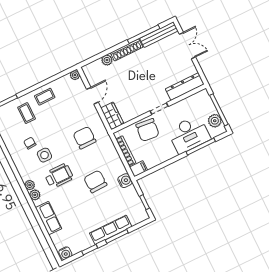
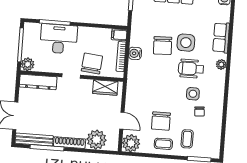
plant: (107, 60) -> (96, 140), width x1.87, depth x1.87
plant: (75, 75) -> (131, 143), width x1.87, depth x1.87
door: (92, 96) -> (122, 121), swing flipped
wardrobe: (112, 116) -> (105, 87), moved, turned -90
plant: (215, 121) -> (28, 64), moved
chair: (85, 138) -> (161, 121), moved
water cooler: (125, 181) -> (135, 53), moved
plant: (30, 185) -> (221, 76), removed
side table: (77, 196) -> (186, 43), added

